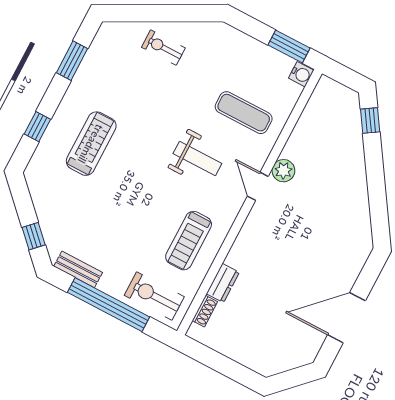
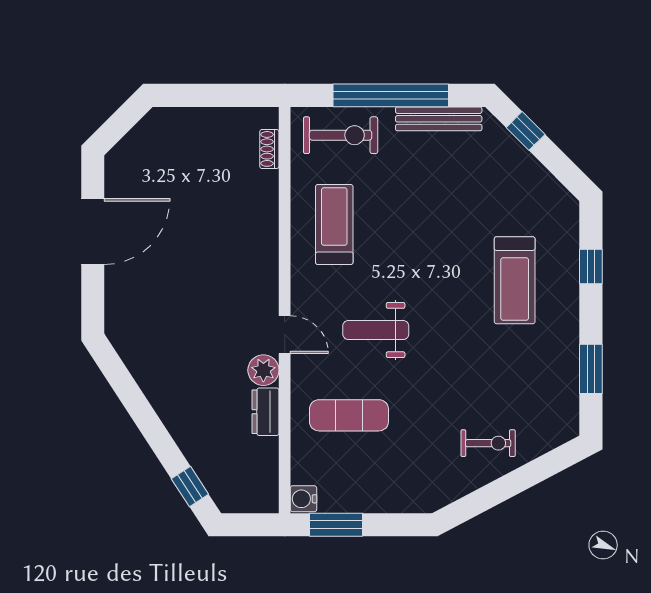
bench: (78, 269) -> (439, 119), width x1.36
dresser: (223, 283) -> (265, 412), moved

